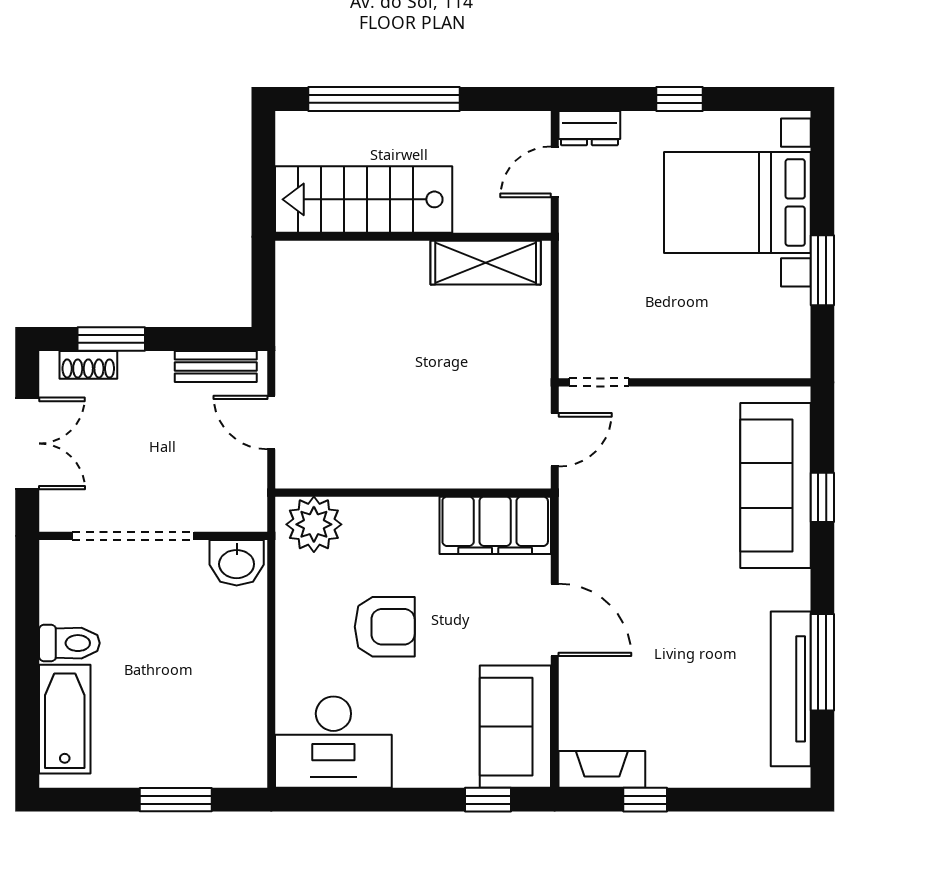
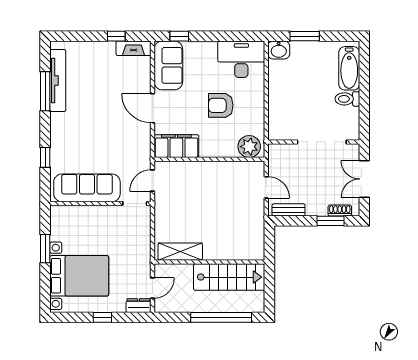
sofa: (775, 486) -> (87, 188), moved, turned -90
washbasin: (237, 563) -> (279, 50), moved, turned 180

